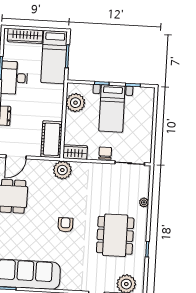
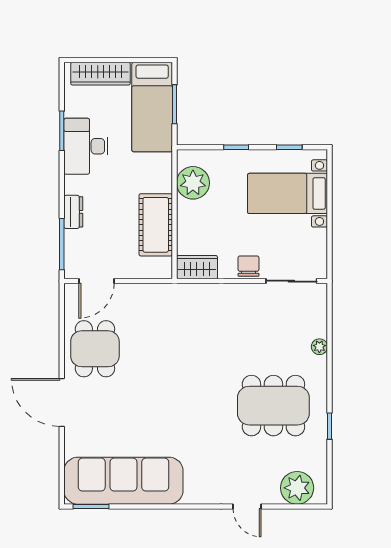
bed with nightstands: (112, 108) -> (288, 193), moved, turned 90
cot: (52, 139) -> (156, 225), moved
plant: (62, 170) -> (177, 299), removed
armchair: (65, 225) -> (187, 392), removed
dining table: (115, 235) -> (273, 406), turned 90

